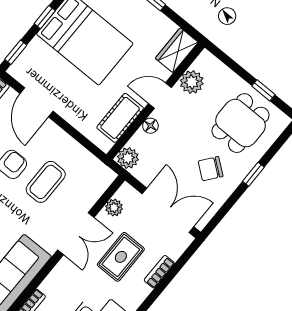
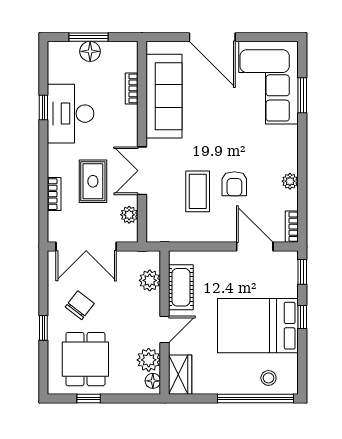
floor lamp: (150, 126) -> (153, 381), moved
plant: (128, 158) -> (150, 280), moved

